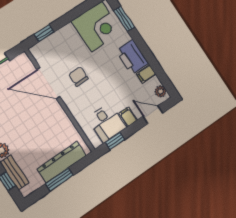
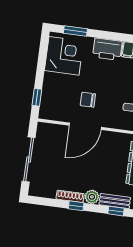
door: (48, 83) -> (85, 126), moved

